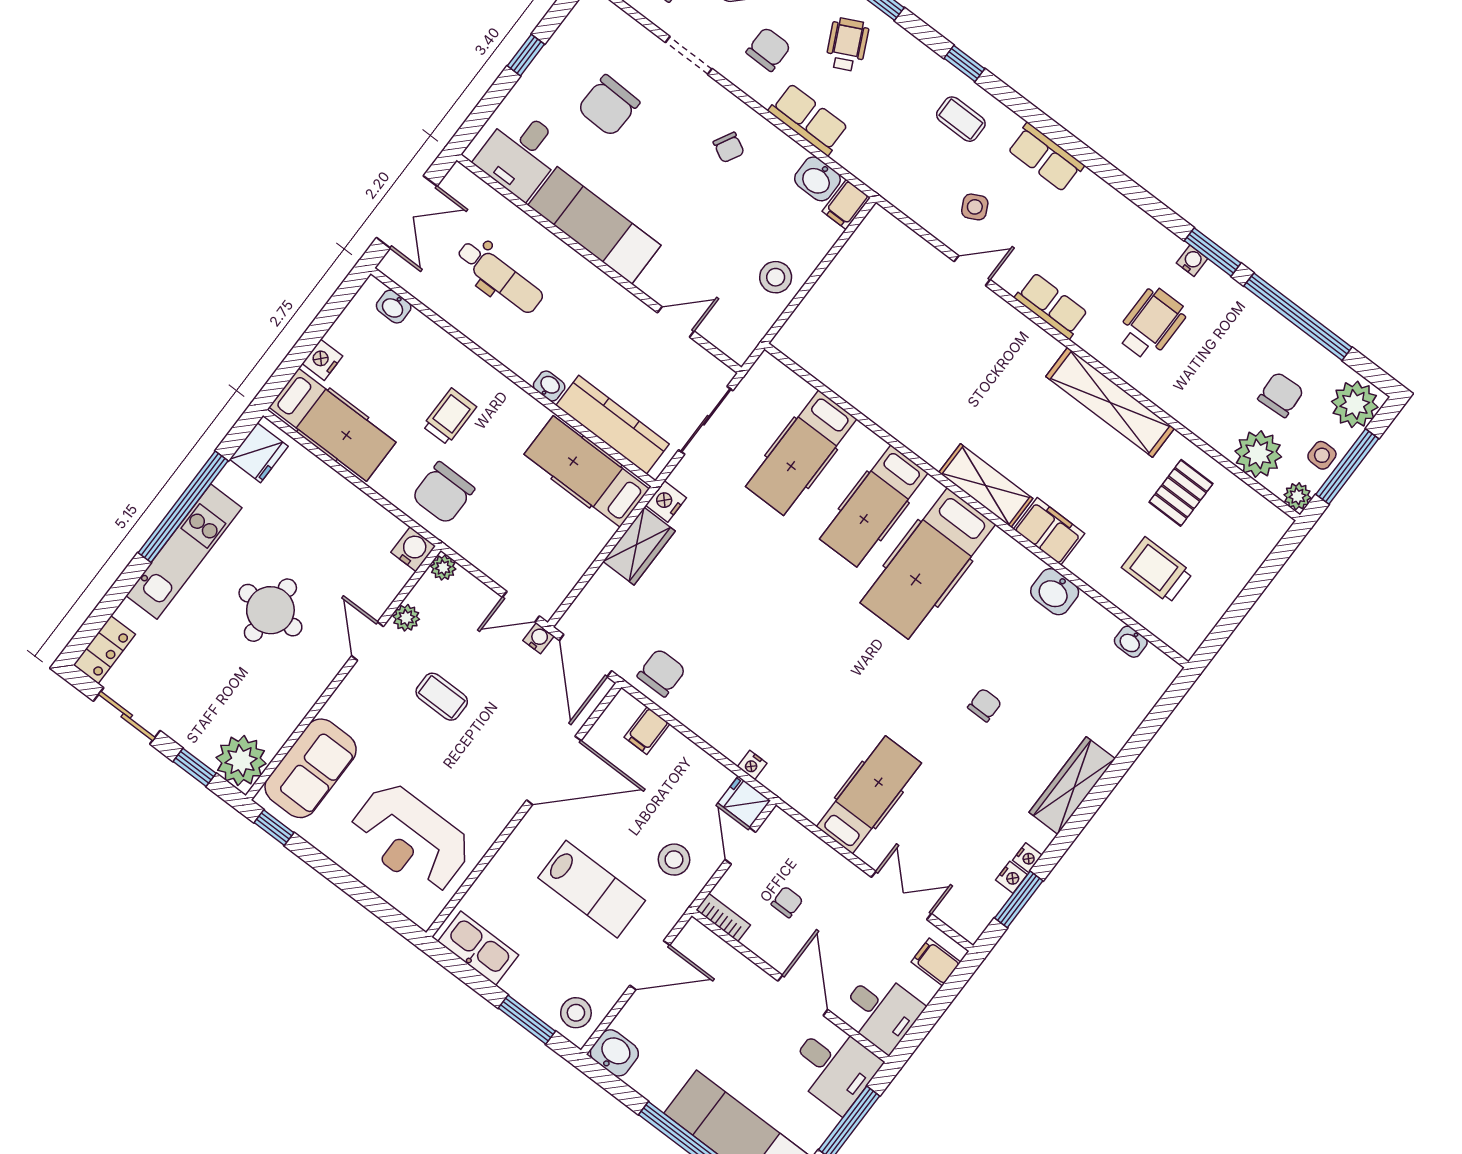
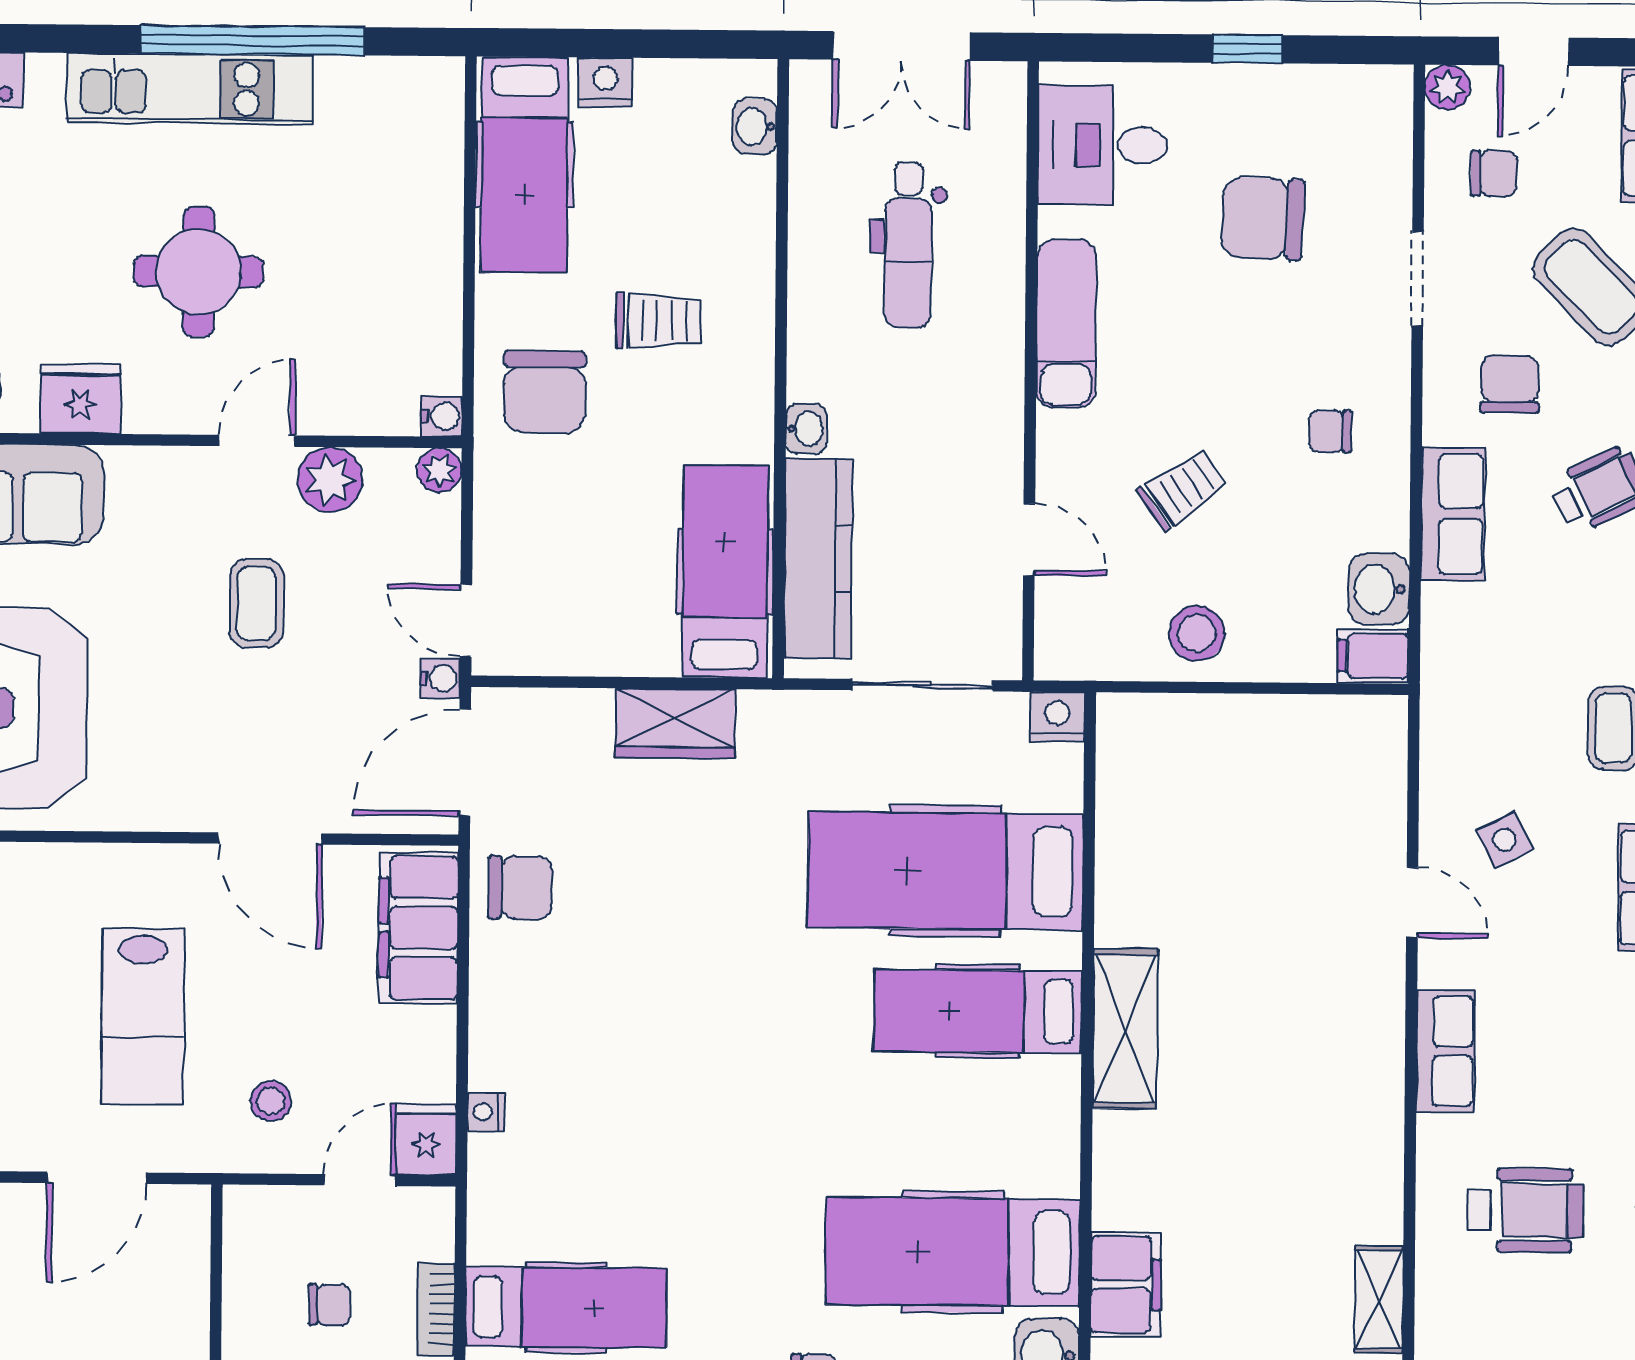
chair: (768, 49) -> (1510, 384), turned -90
chair: (729, 147) -> (1330, 431), turned 62
exam couch: (594, 225) -> (1066, 324), width x0.73, depth x0.69
trolley: (705, 235) -> (1183, 490), added
shelving: (1110, 402) -> (1379, 1299), width x0.45, depth x0.75
fridge: (259, 453) -> (80, 399), moved, turned 180
hospital bed: (801, 453) -> (946, 871), width x1.37, depth x1.29
shelving: (986, 486) -> (1125, 1029), moved
chair: (443, 493) -> (545, 392), turned -90
nightstand: (666, 501) -> (1057, 717), moved
water cooler: (413, 549) -> (442, 416), width x0.72, depth x0.72
hospital bed: (928, 563) -> (953, 1252), moved
plant: (406, 618) -> (330, 480), width x1.38, depth x1.38
filing cabinet: (647, 731) -> (418, 928), width x3.00, depth x1.17
door: (554, 770) -> (270, 839), width x0.73
stool: (674, 860) -> (271, 1101), width x0.73, depth x0.73
bookcase: (723, 918) -> (436, 1309), moved, turned 180
door: (650, 965) -> (97, 1178), hinge flipped

